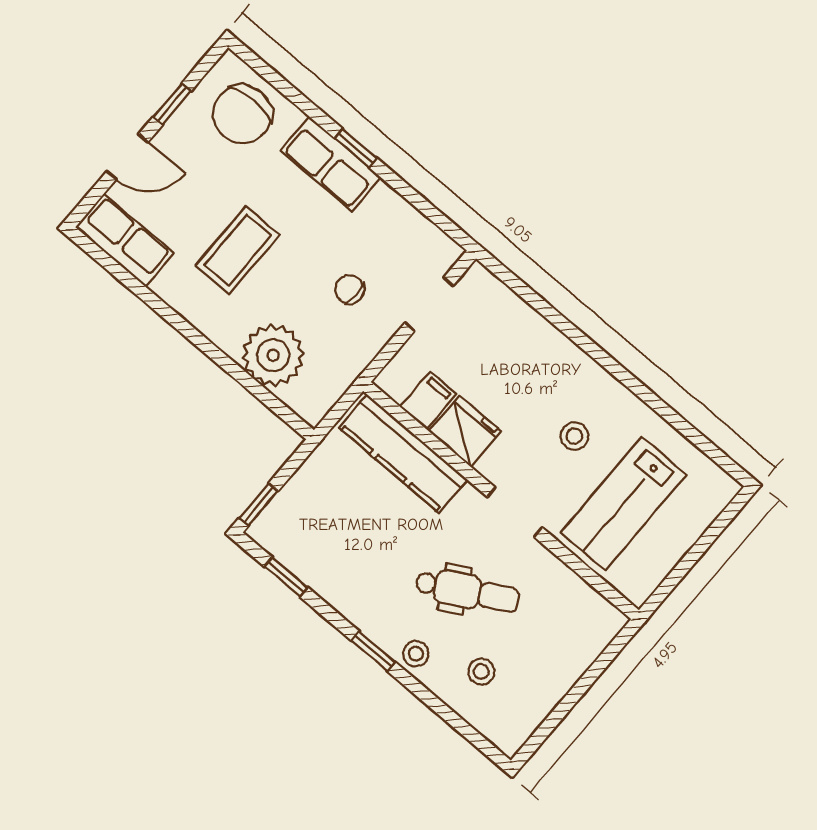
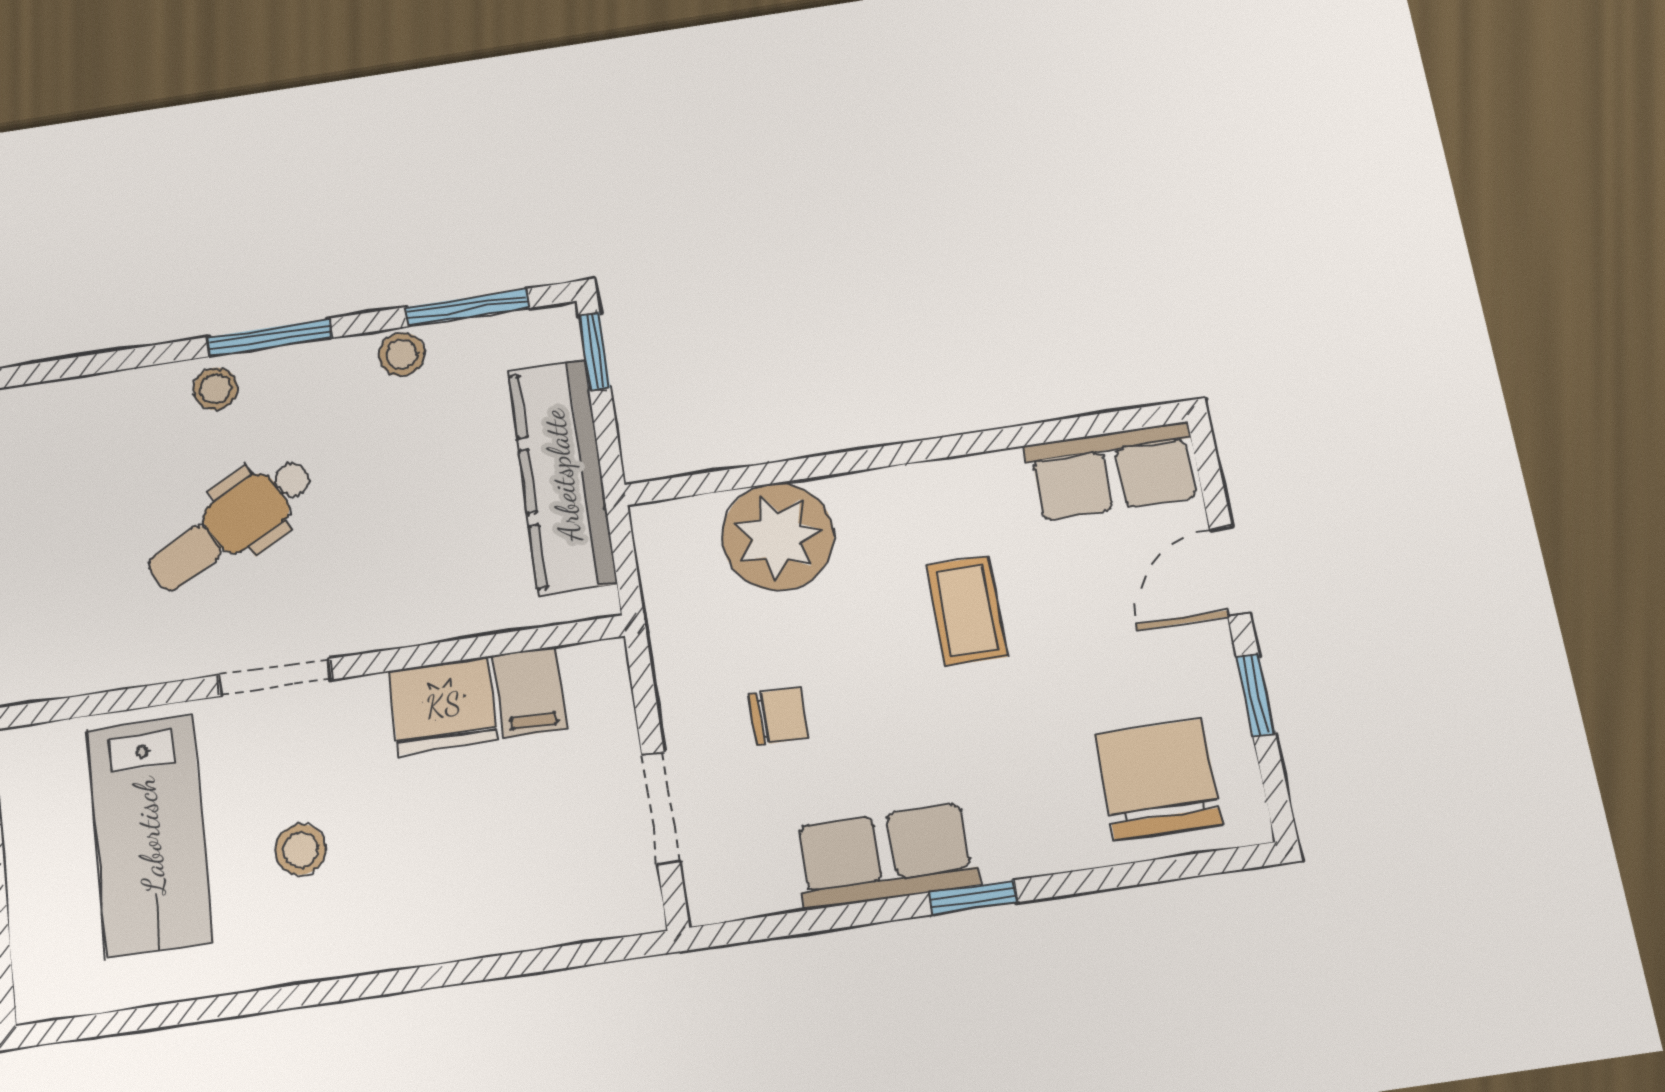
row of seats: (331, 164) -> (886, 856), moved
coffee table: (238, 250) -> (967, 611), width x0.73, depth x0.77
kitchen counter: (403, 454) -> (562, 476), moved, turned -90
lab bench: (623, 504) -> (149, 836), turned 180
window: (286, 577) -> (467, 307), width x1.50
window: (373, 651) -> (270, 337), width x1.50
stool: (481, 672) -> (402, 354), moved

